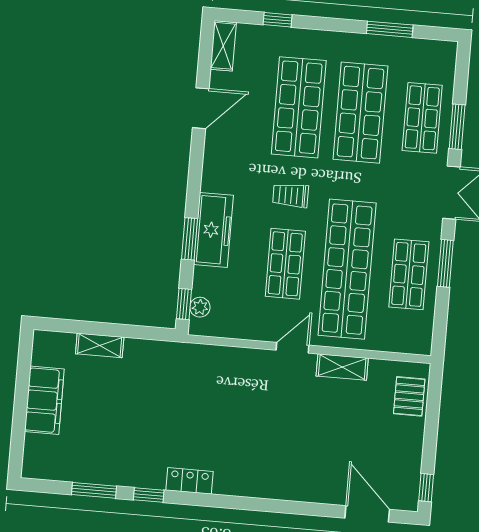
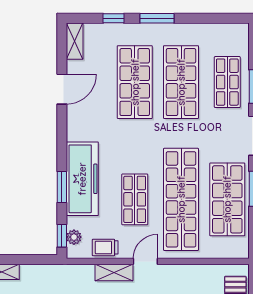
window: (390, 29) -> (157, 18), moved
trolley: (291, 195) -> (105, 247), moved
freezer: (213, 230) -> (82, 179), width x1.36, depth x1.26
shop shelf: (409, 274) -> (227, 199), width x1.43, depth x1.36
shelving: (342, 367) -> (114, 273), moved

